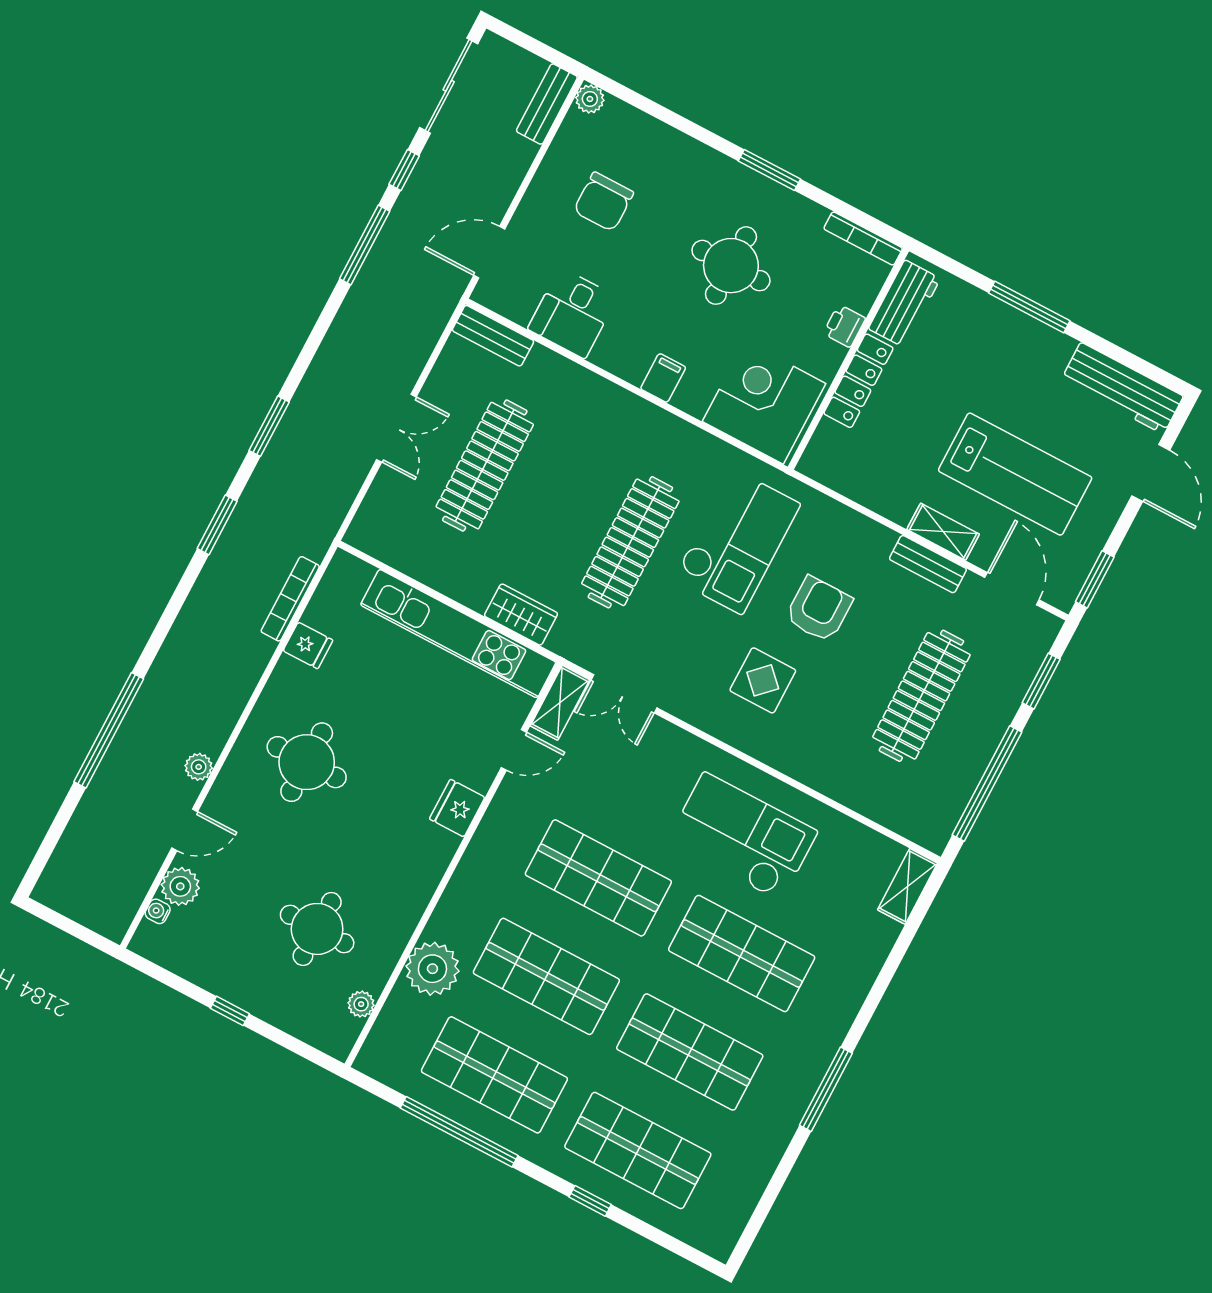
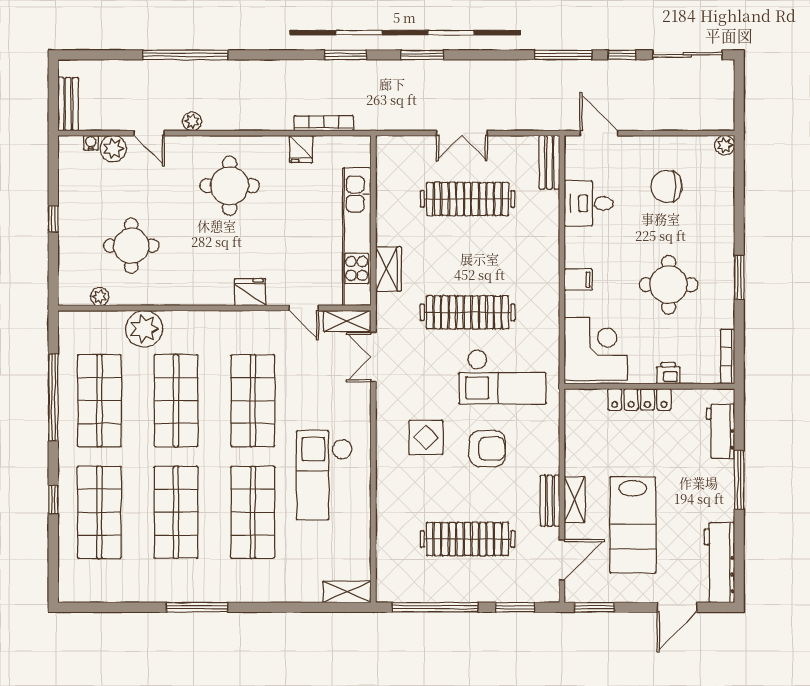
bench: (547, 104) -> (68, 104), moved, turned 90
workbench: (904, 304) -> (721, 431), moved, turned 90
checkout: (742, 837) -> (324, 475), turned 180

